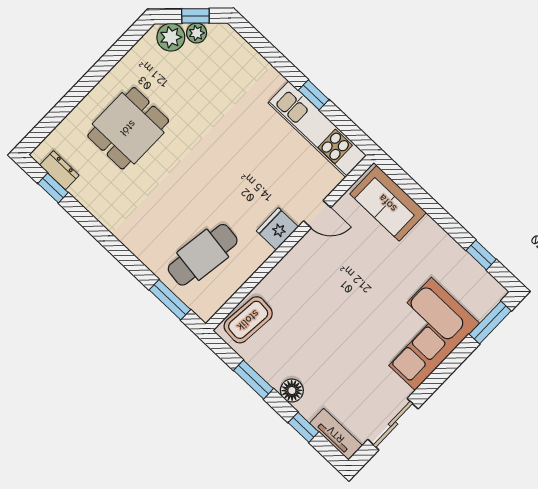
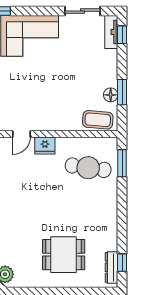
dresser: (59, 170) -> (111, 267), width x1.44
door: (317, 214) -> (21, 134), swing flipped
floor lamp: (292, 391) -> (111, 95), moved
window: (303, 427) -> (122, 35), moved

